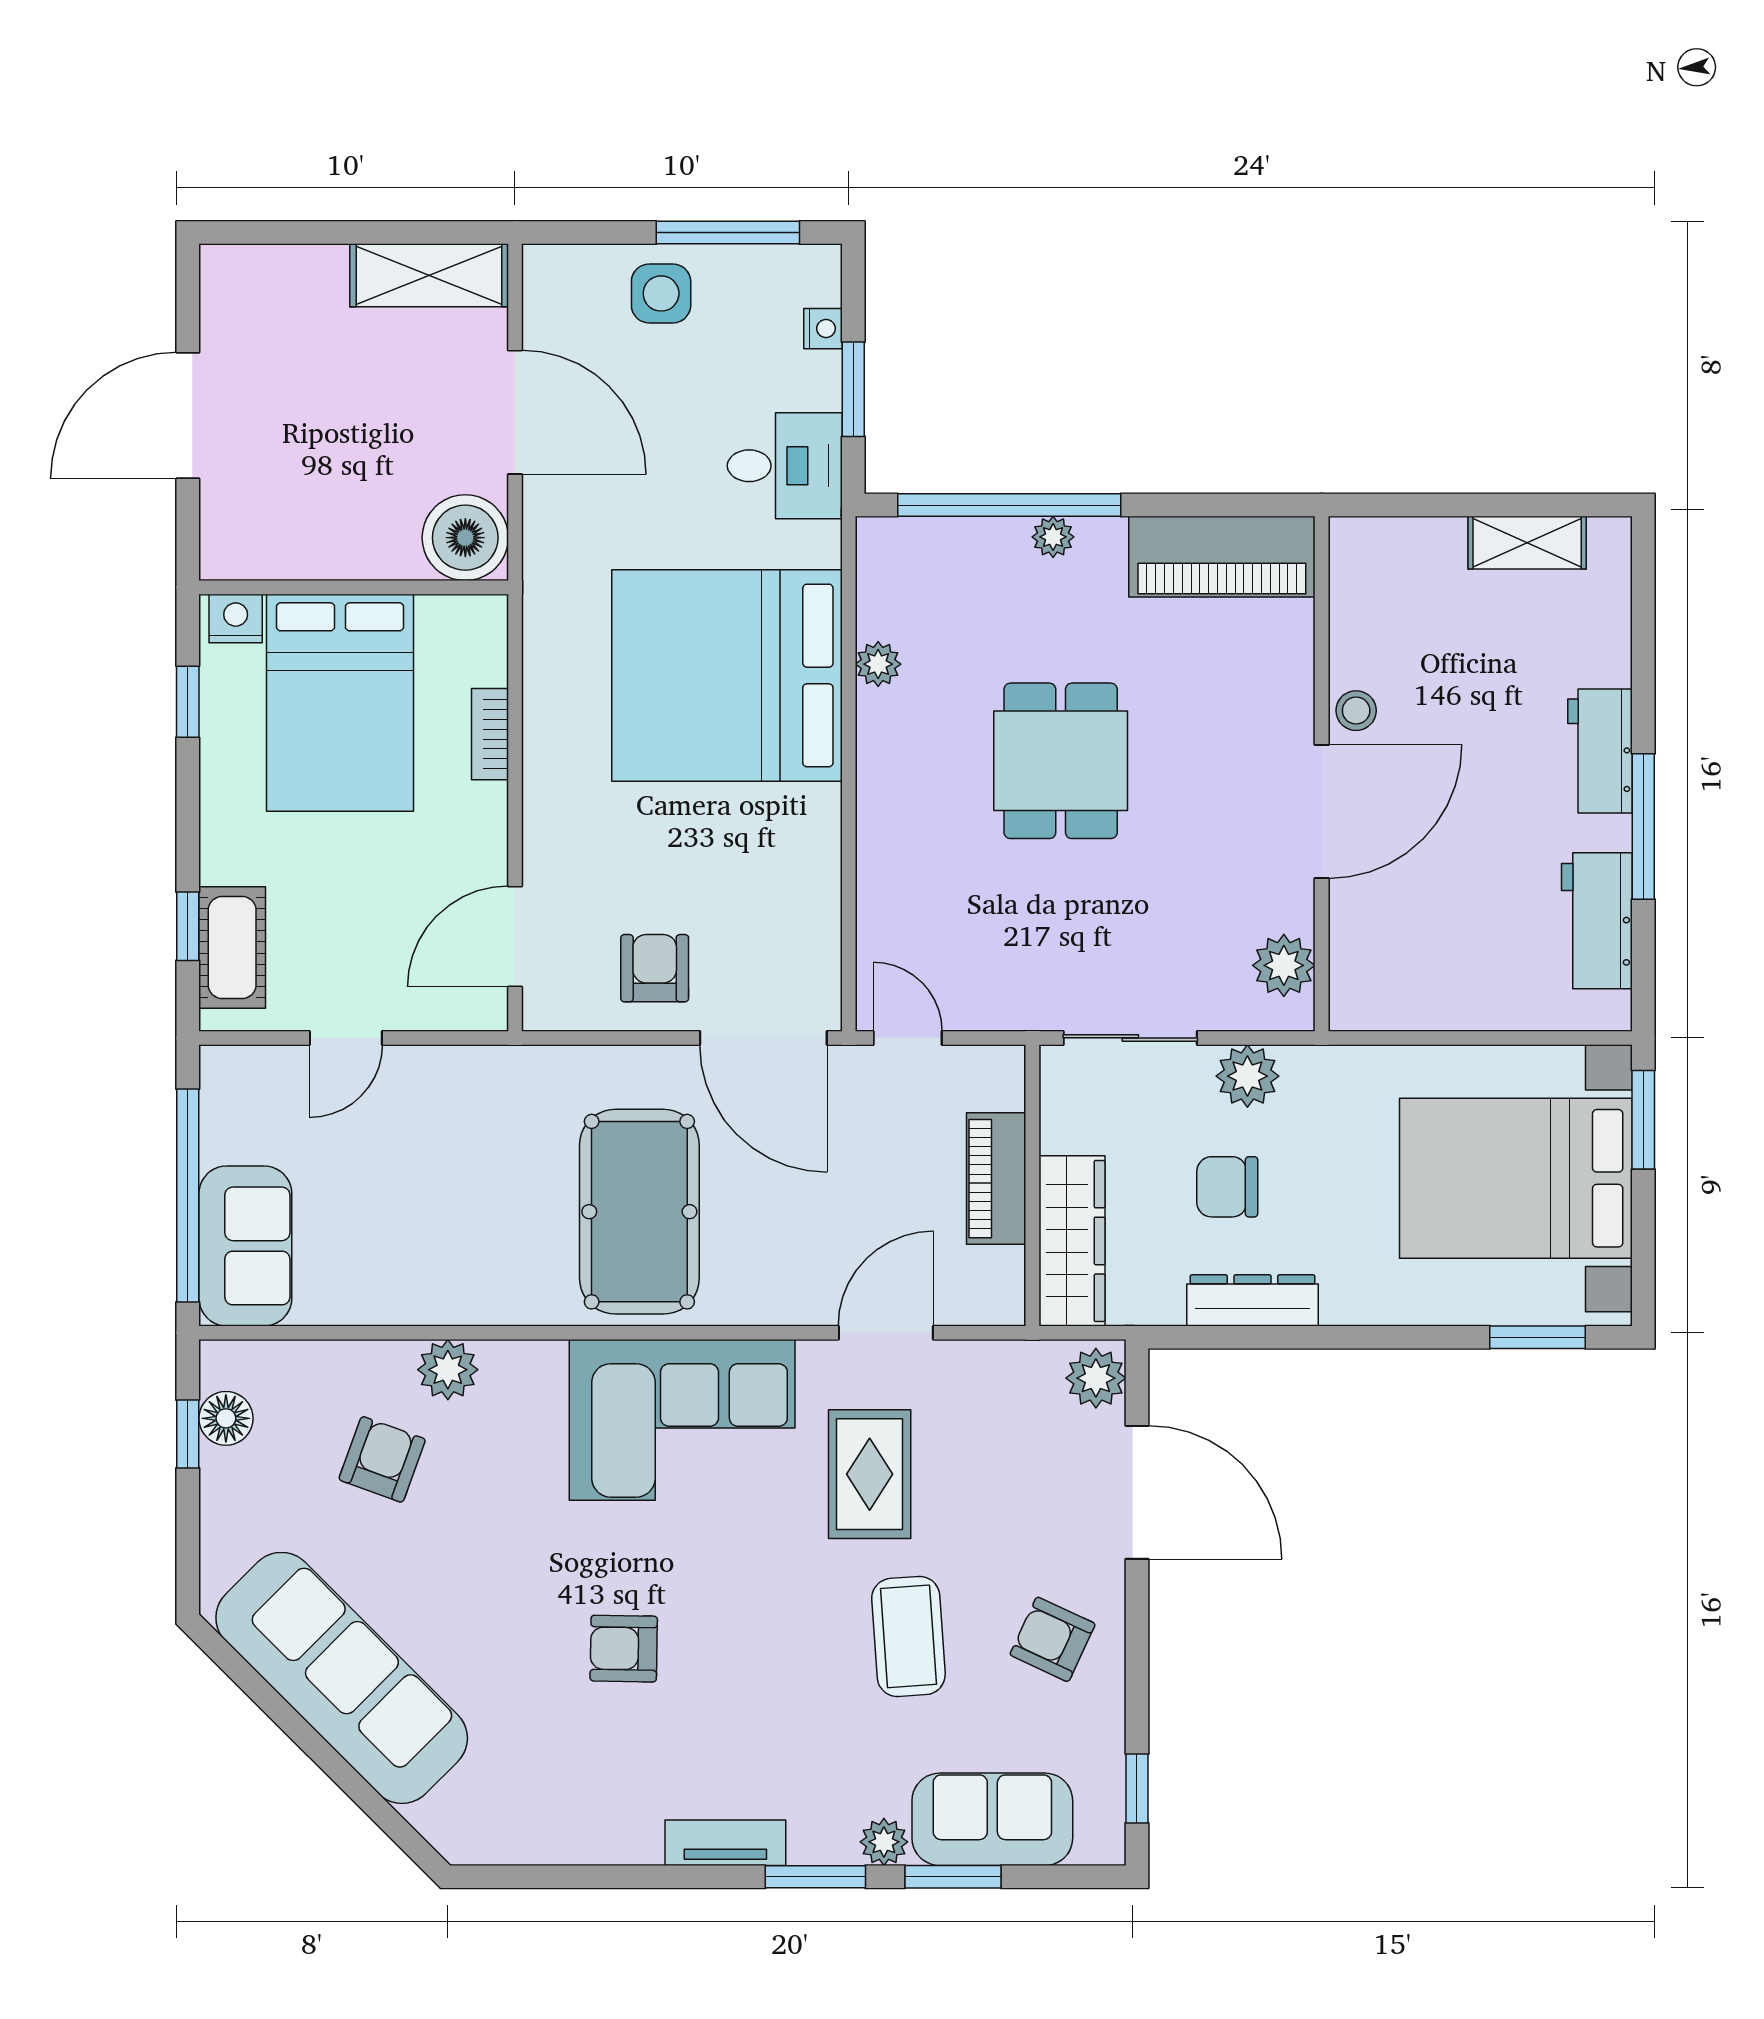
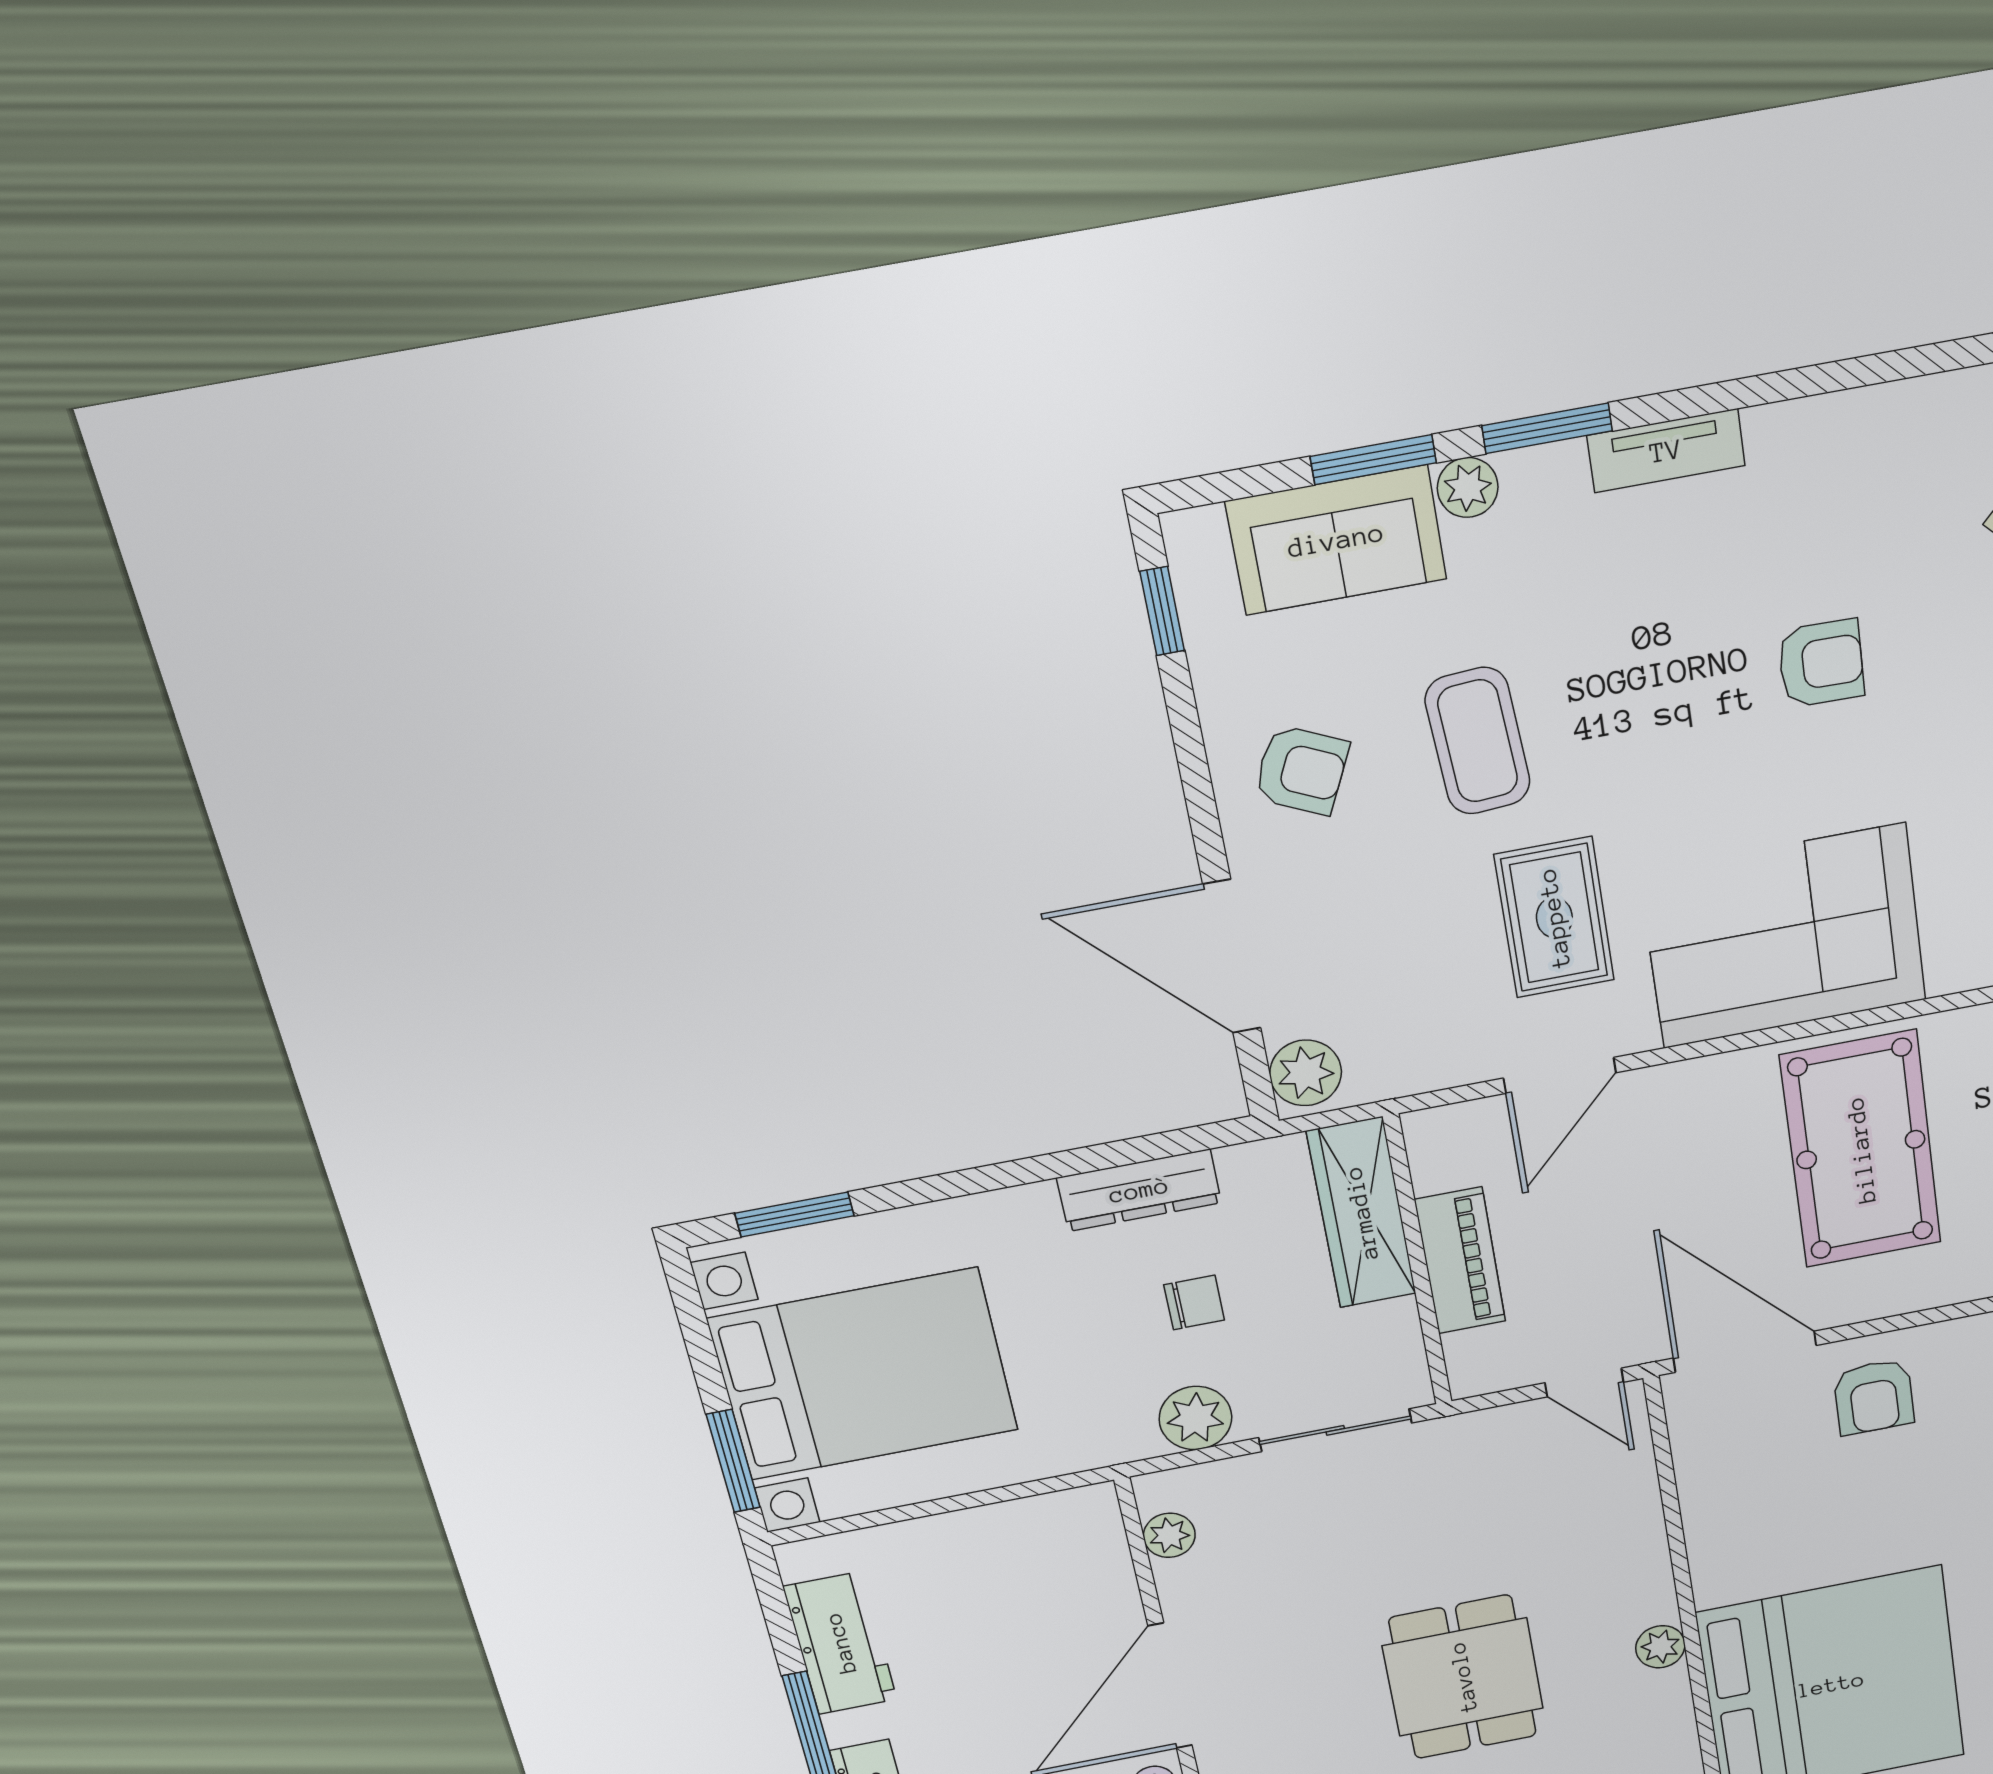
plant: (878, 664) -> (1660, 1647), moved
plant: (1284, 965) -> (1169, 1535), width x0.73, depth x0.73
chair: (1227, 1187) -> (1194, 1302), width x0.73, depth x0.73

